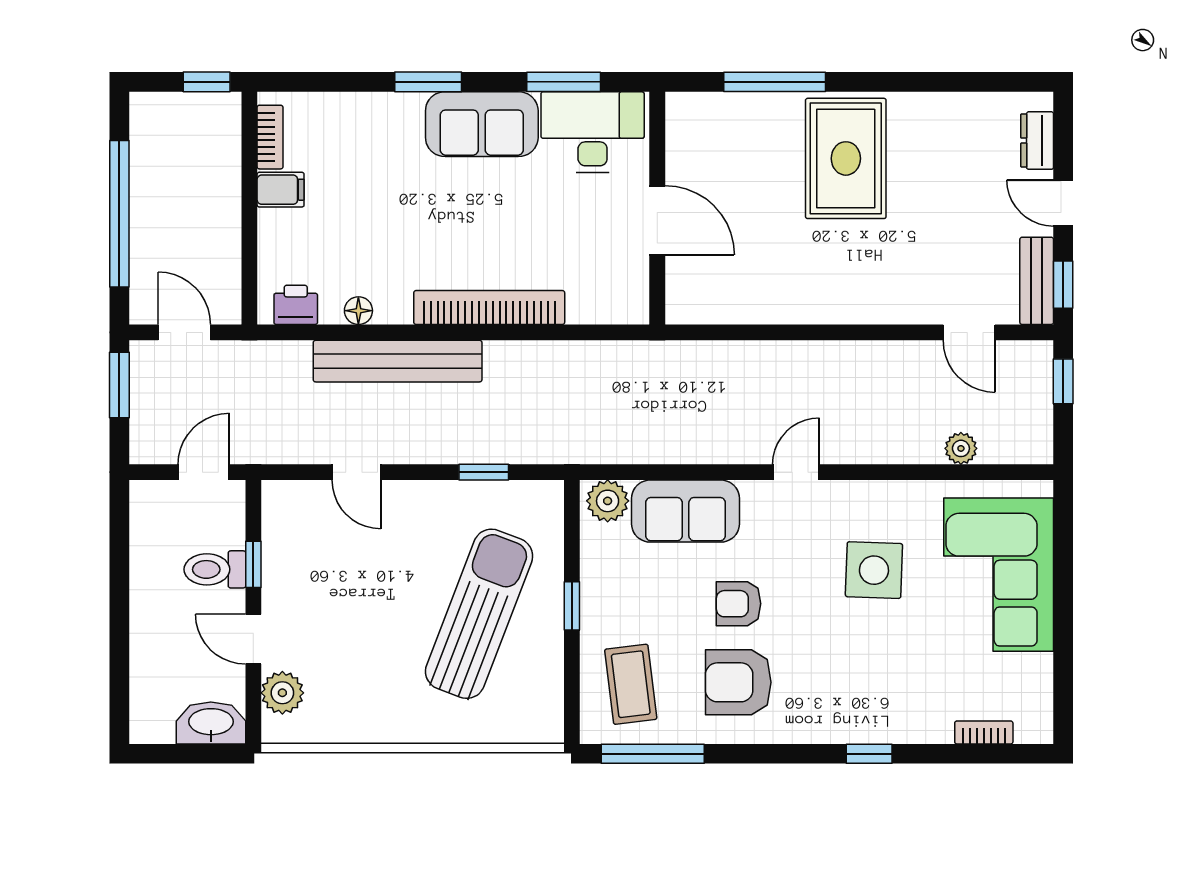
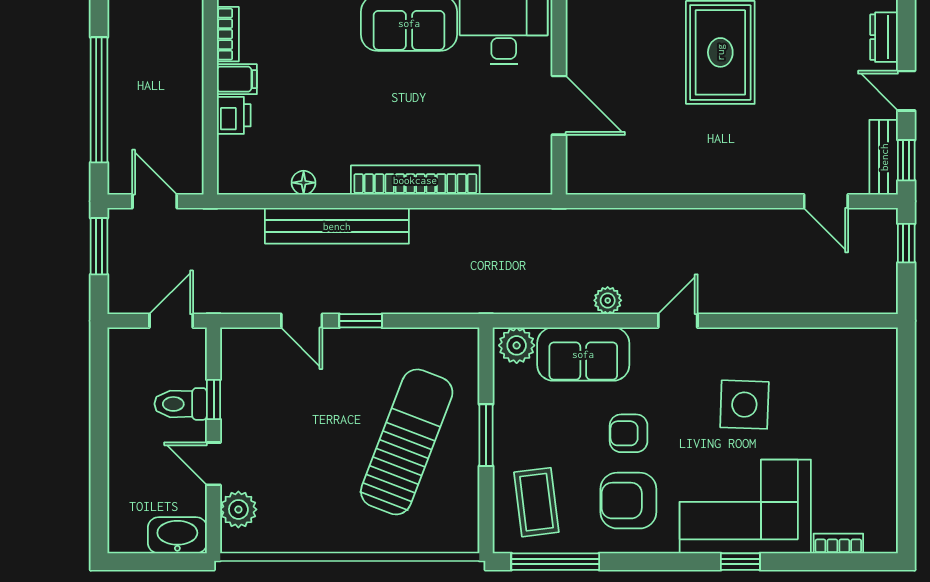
printer: (296, 305) -> (234, 115), moved, turned 90
plant: (961, 448) -> (608, 300), moved
window: (484, 472) -> (361, 321), moved
corner sofa: (999, 575) -> (745, 506), moved, turned 90
window: (572, 606) -> (486, 435), width x1.50

